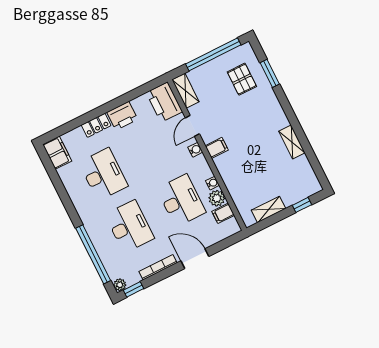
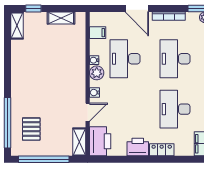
window: (270, 73) -> (7, 123), width x2.11
shelving: (292, 142) -> (17, 25), moved
filing cabinet: (217, 148) -> (77, 86), removed
plant: (217, 198) -> (97, 73), moved

